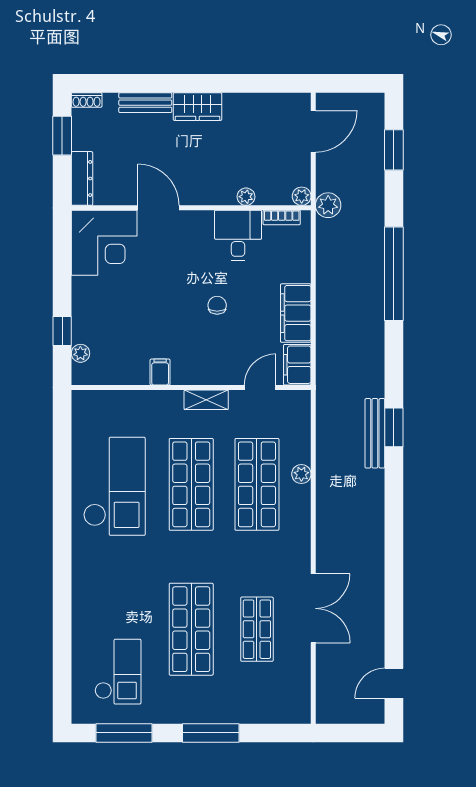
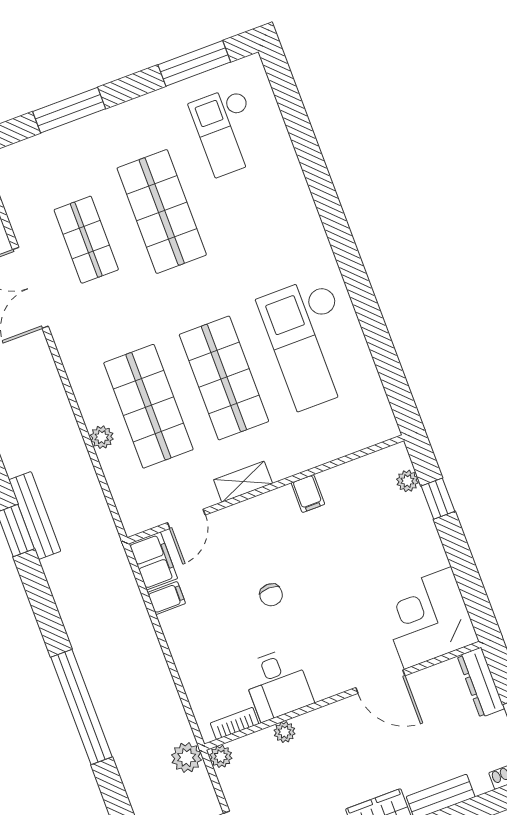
filing cabinet: (296, 313) -> (166, 598), width x0.33, depth x0.86
window: (211, 733) -> (69, 110), moved

